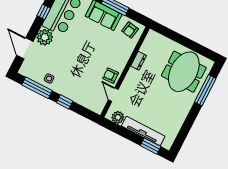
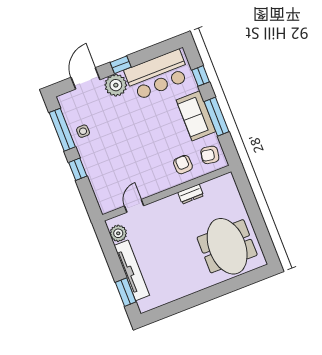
window: (44, 12) -> (121, 65), moved
meeting table: (184, 72) -> (227, 246), turned 90
armchair: (111, 76) -> (183, 165), moved
window: (205, 90) -> (232, 285), removed

